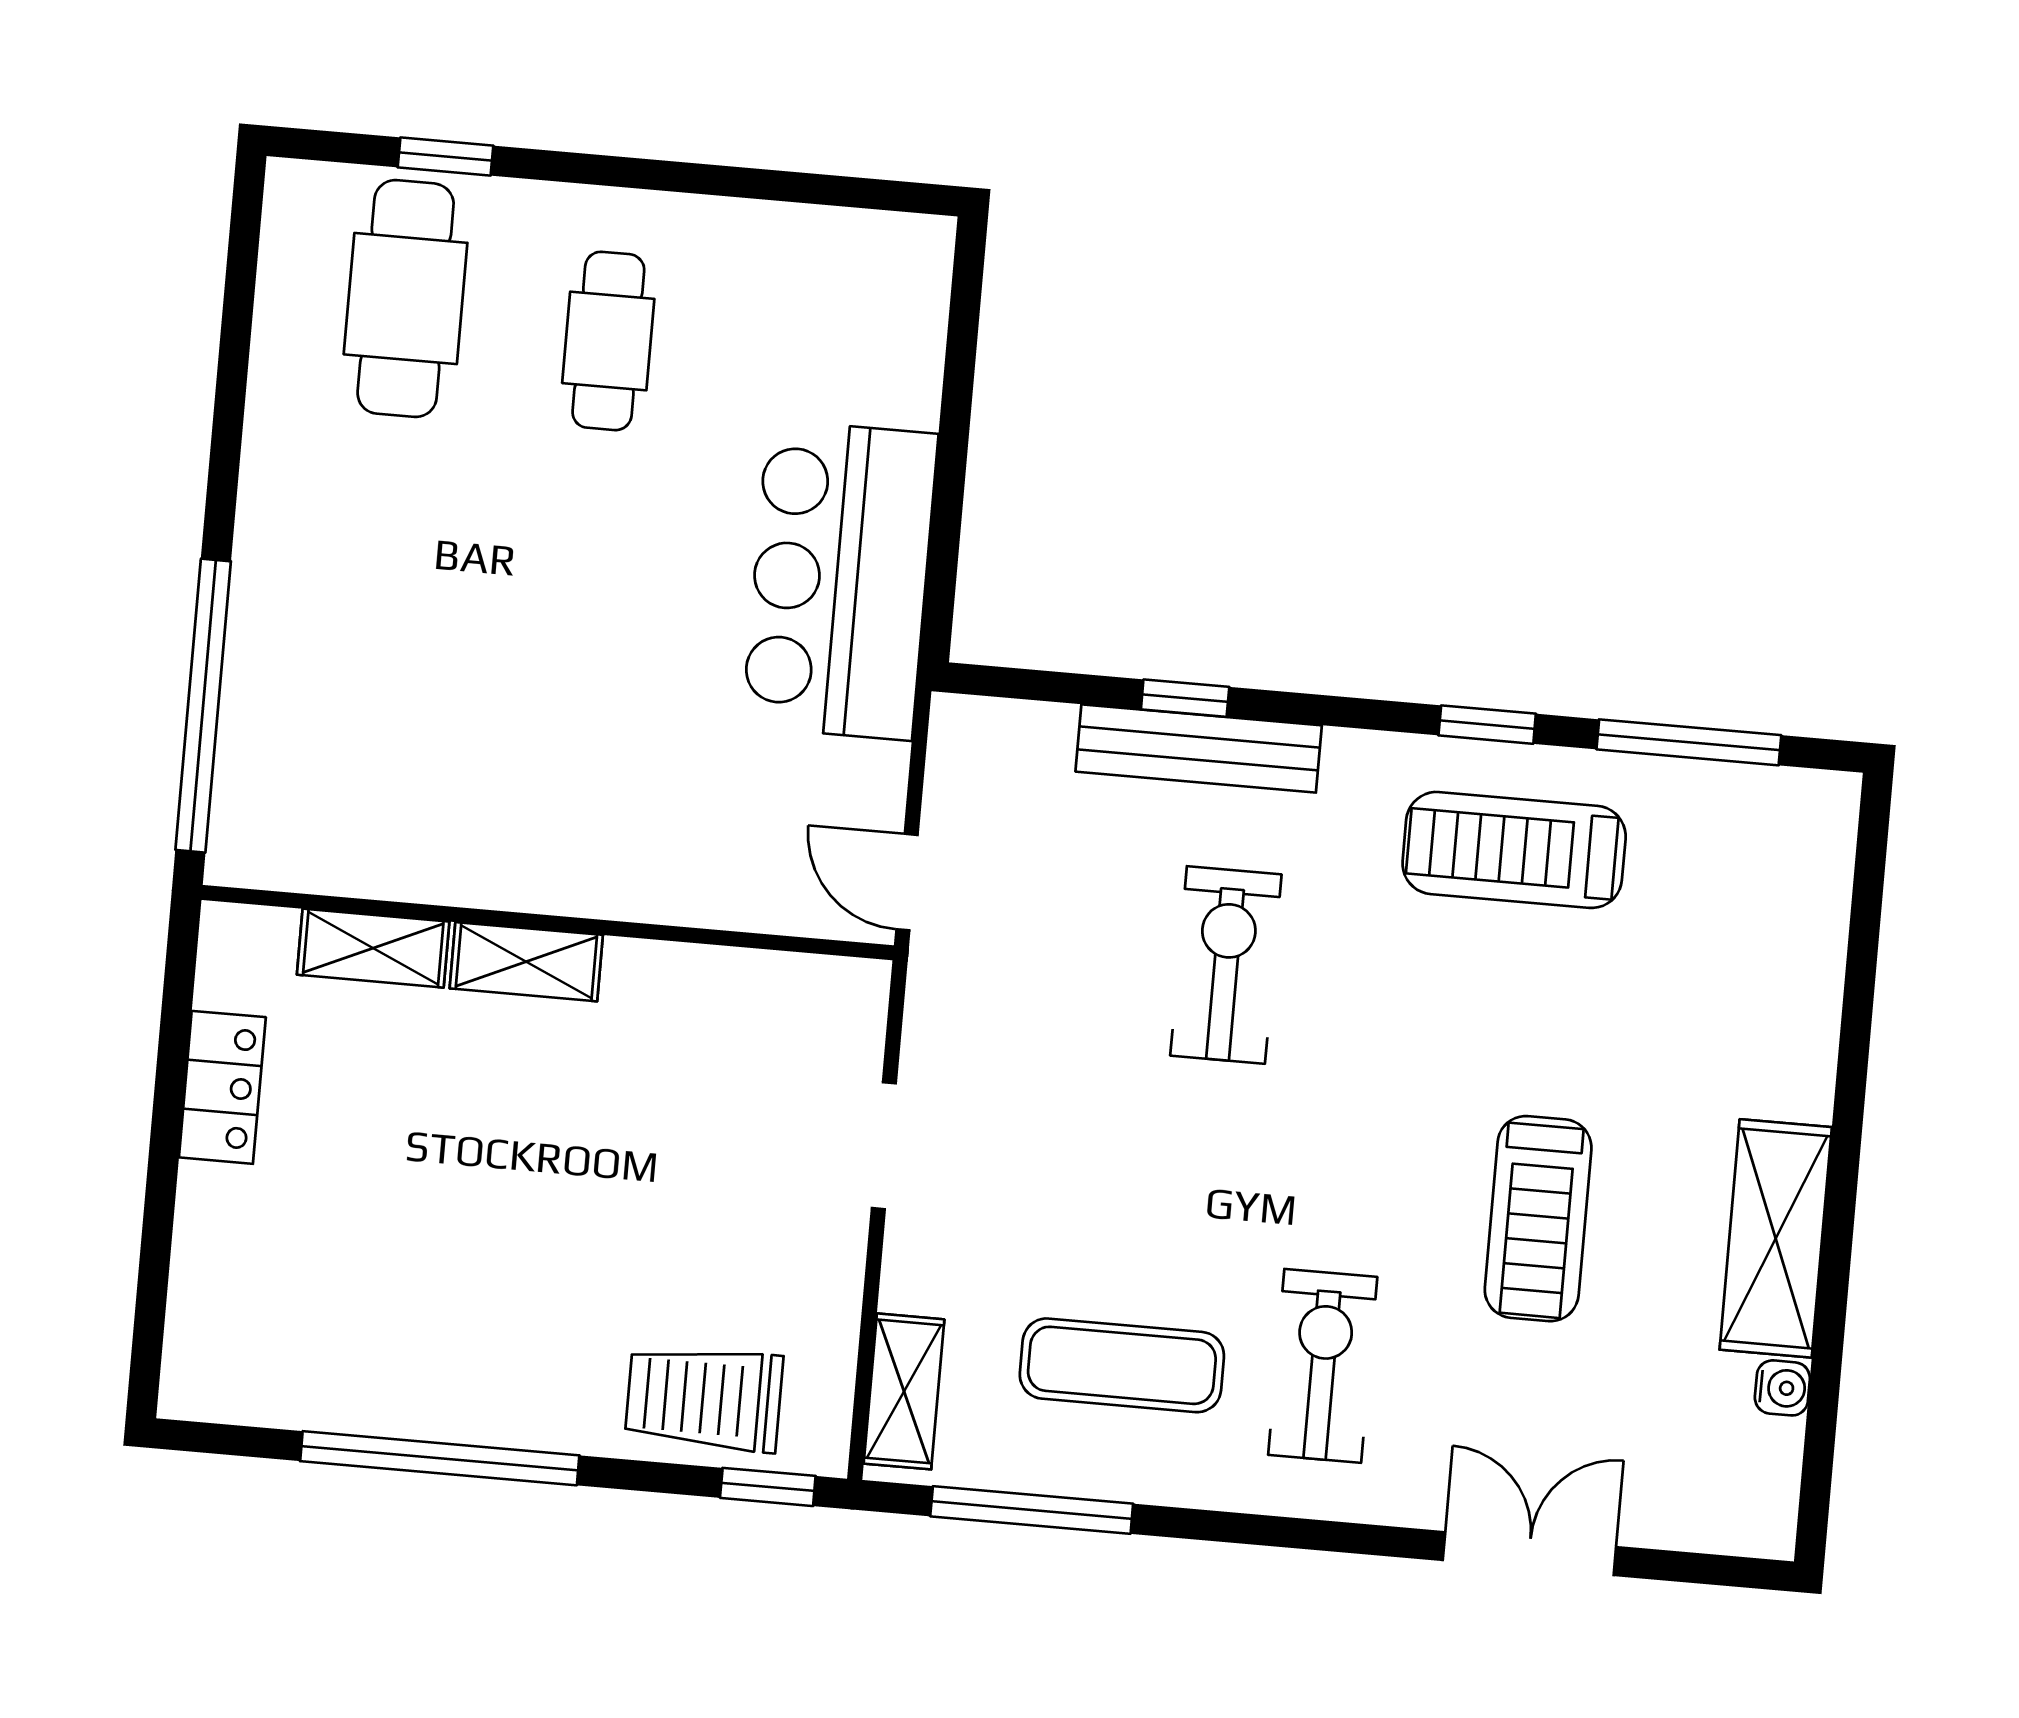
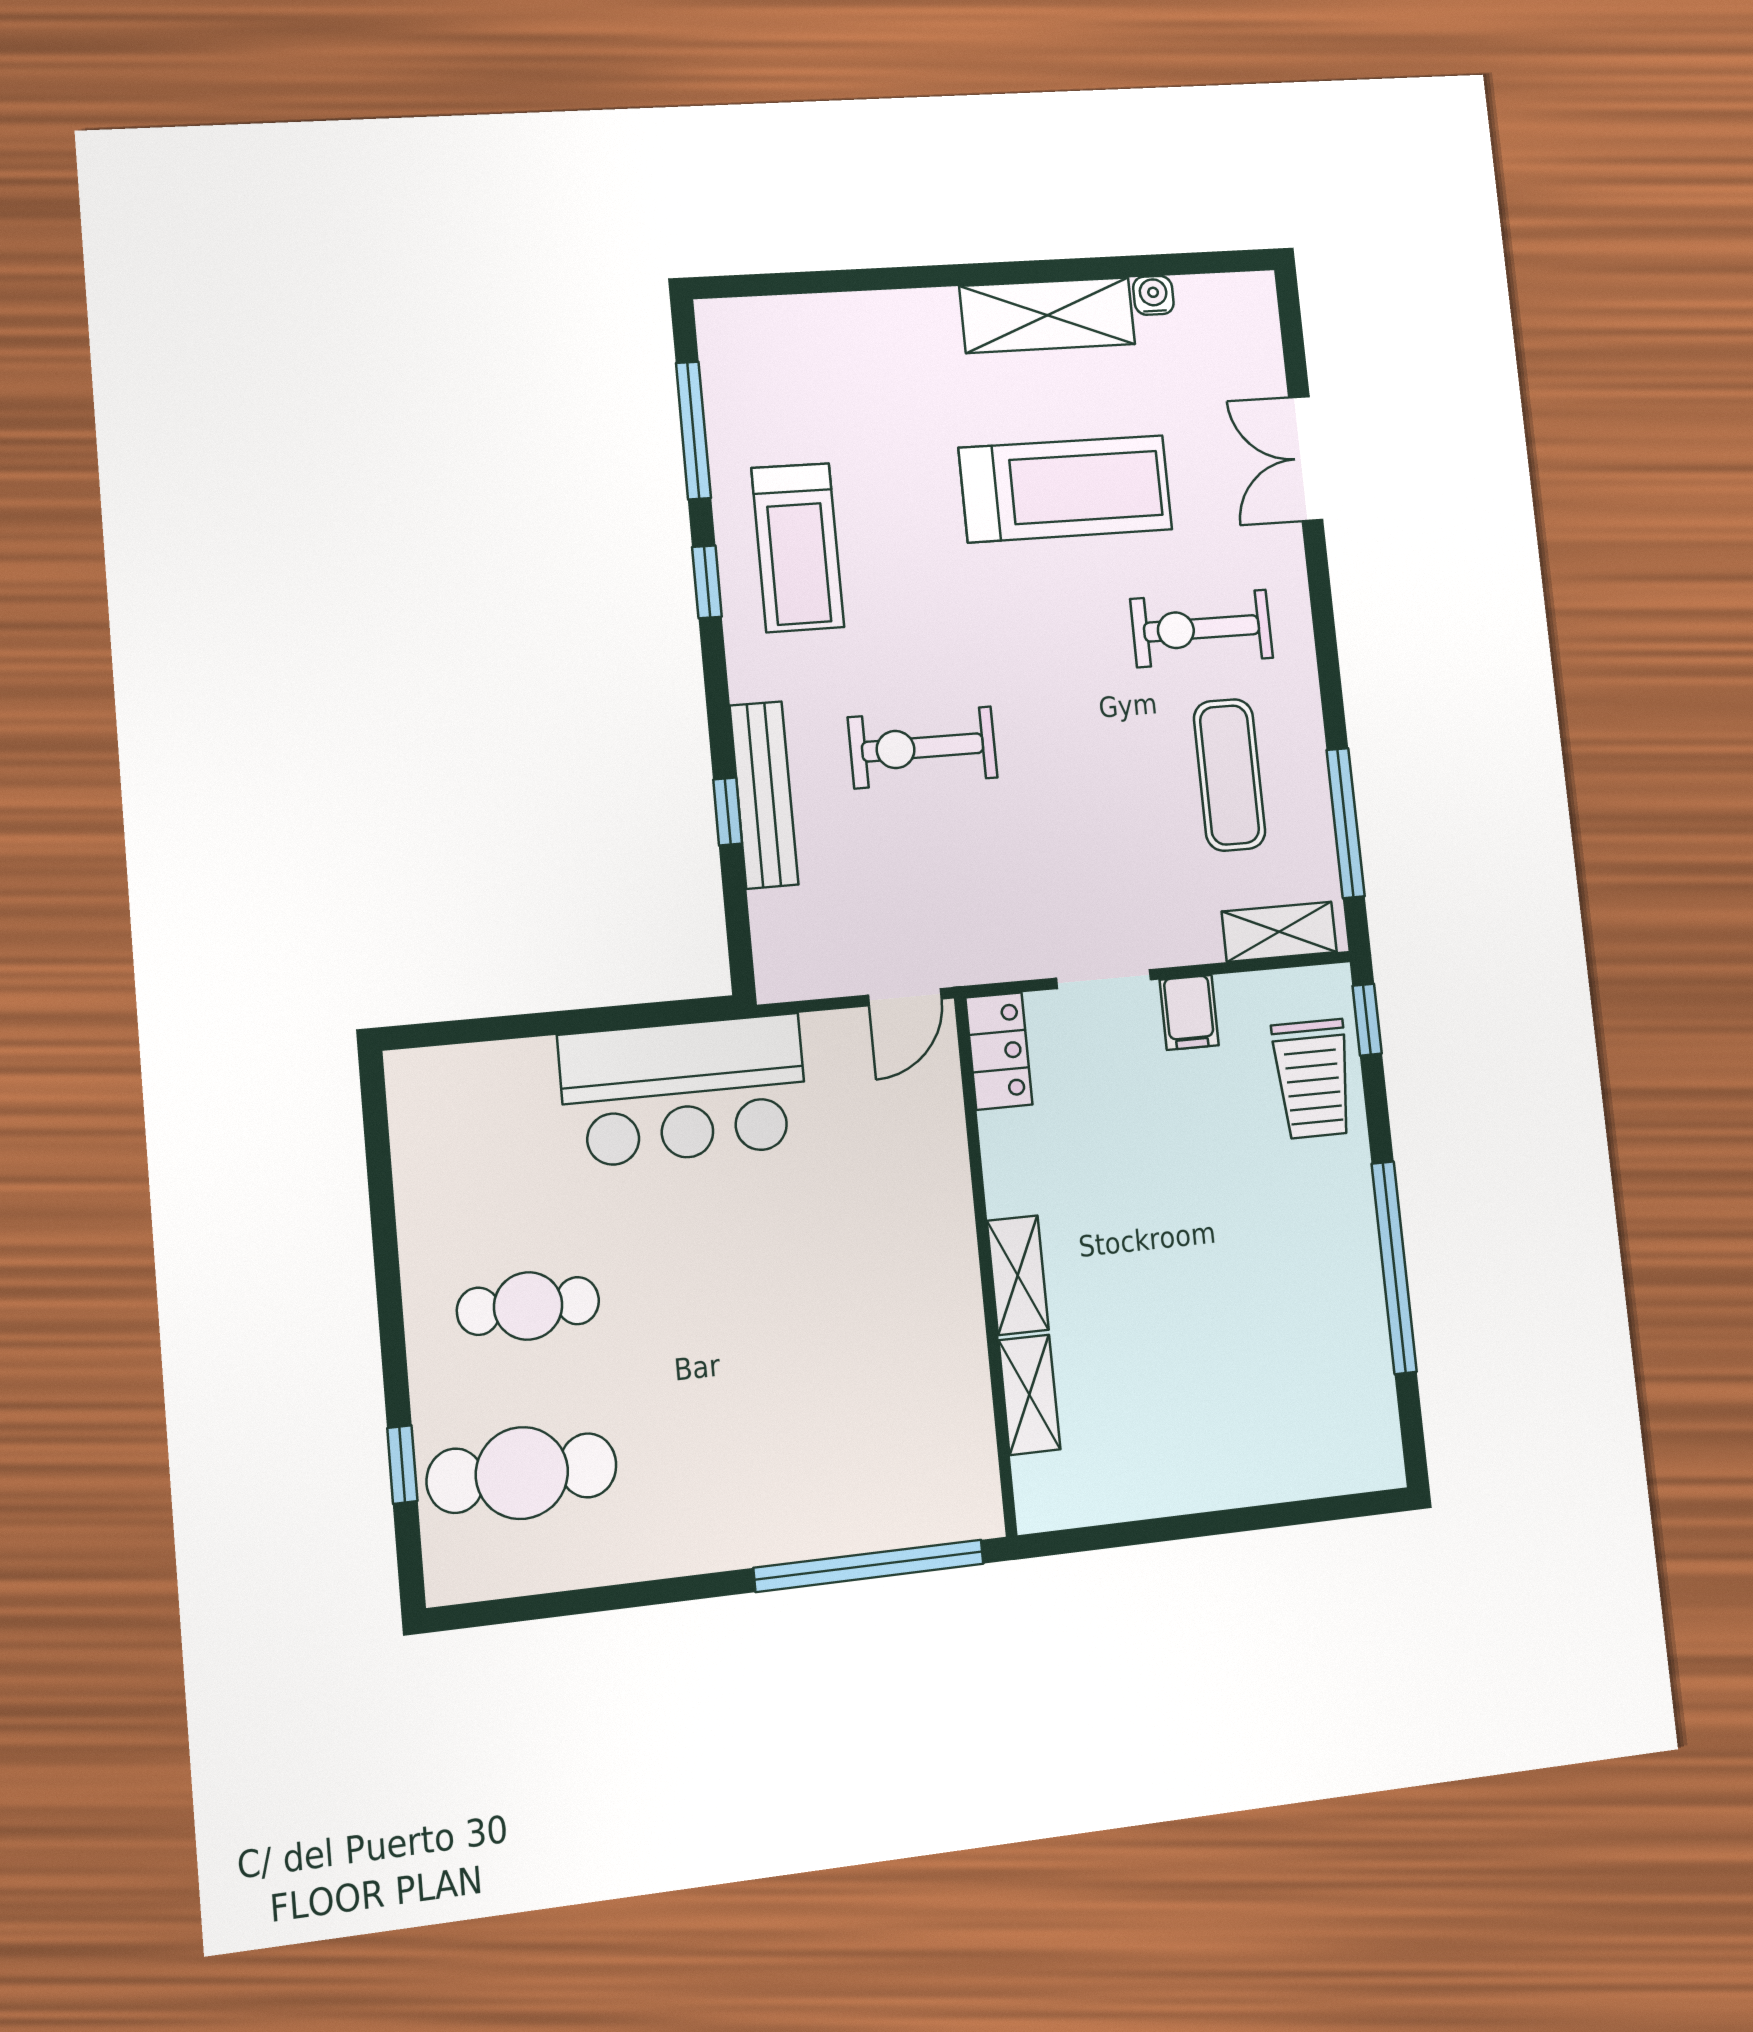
locker: (222, 1087) -> (999, 1051), moved, turned 90
treadmill: (1538, 1219) -> (1066, 489), width x1.37, depth x1.38
filing cabinet: (820, 1250) -> (1189, 1012), added

